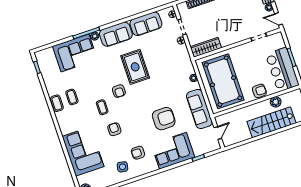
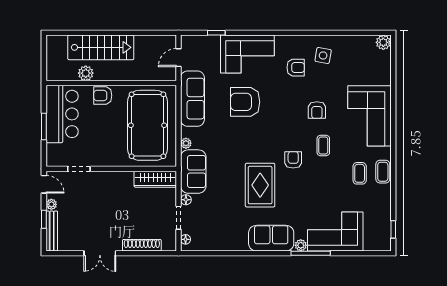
sofa: (146, 24) -> (193, 172), moved, turned 90
corner sofa: (83, 151) -> (370, 116), moved

